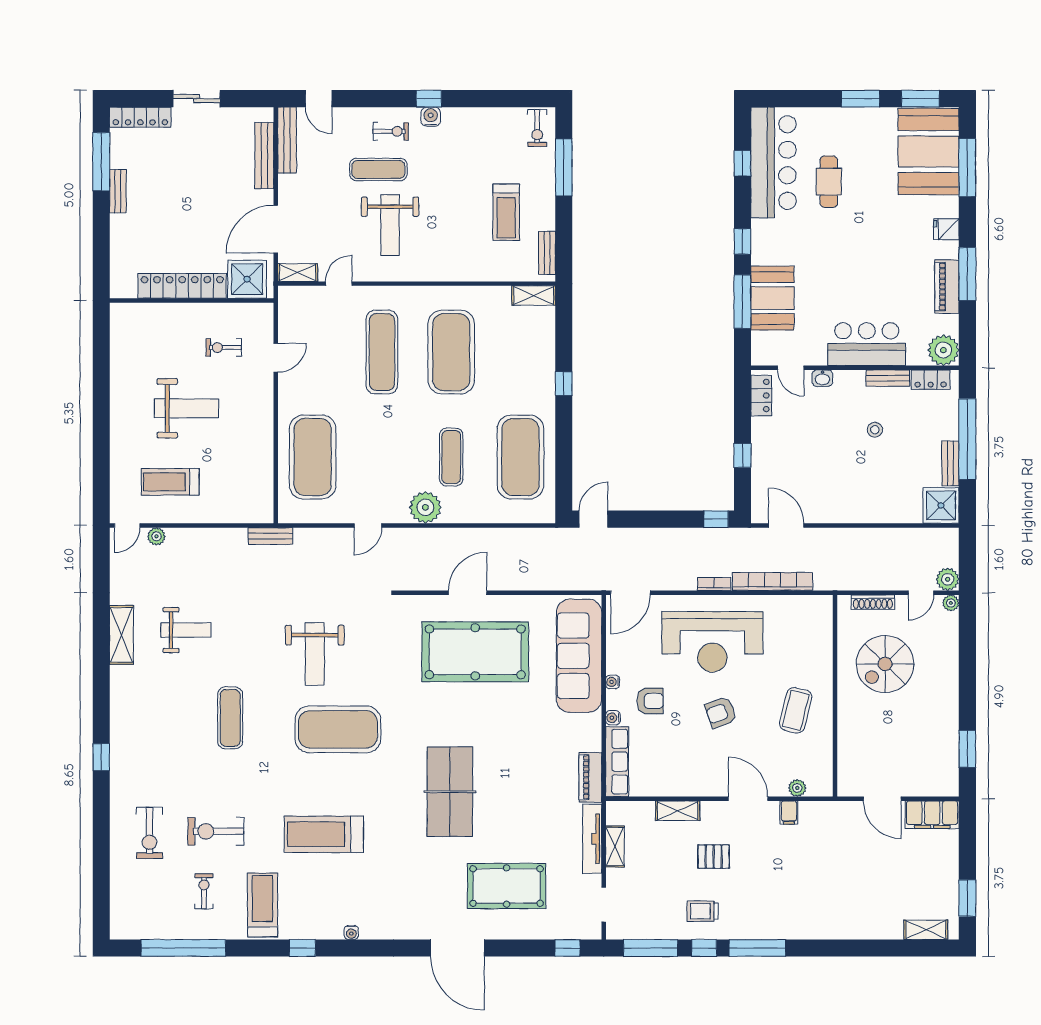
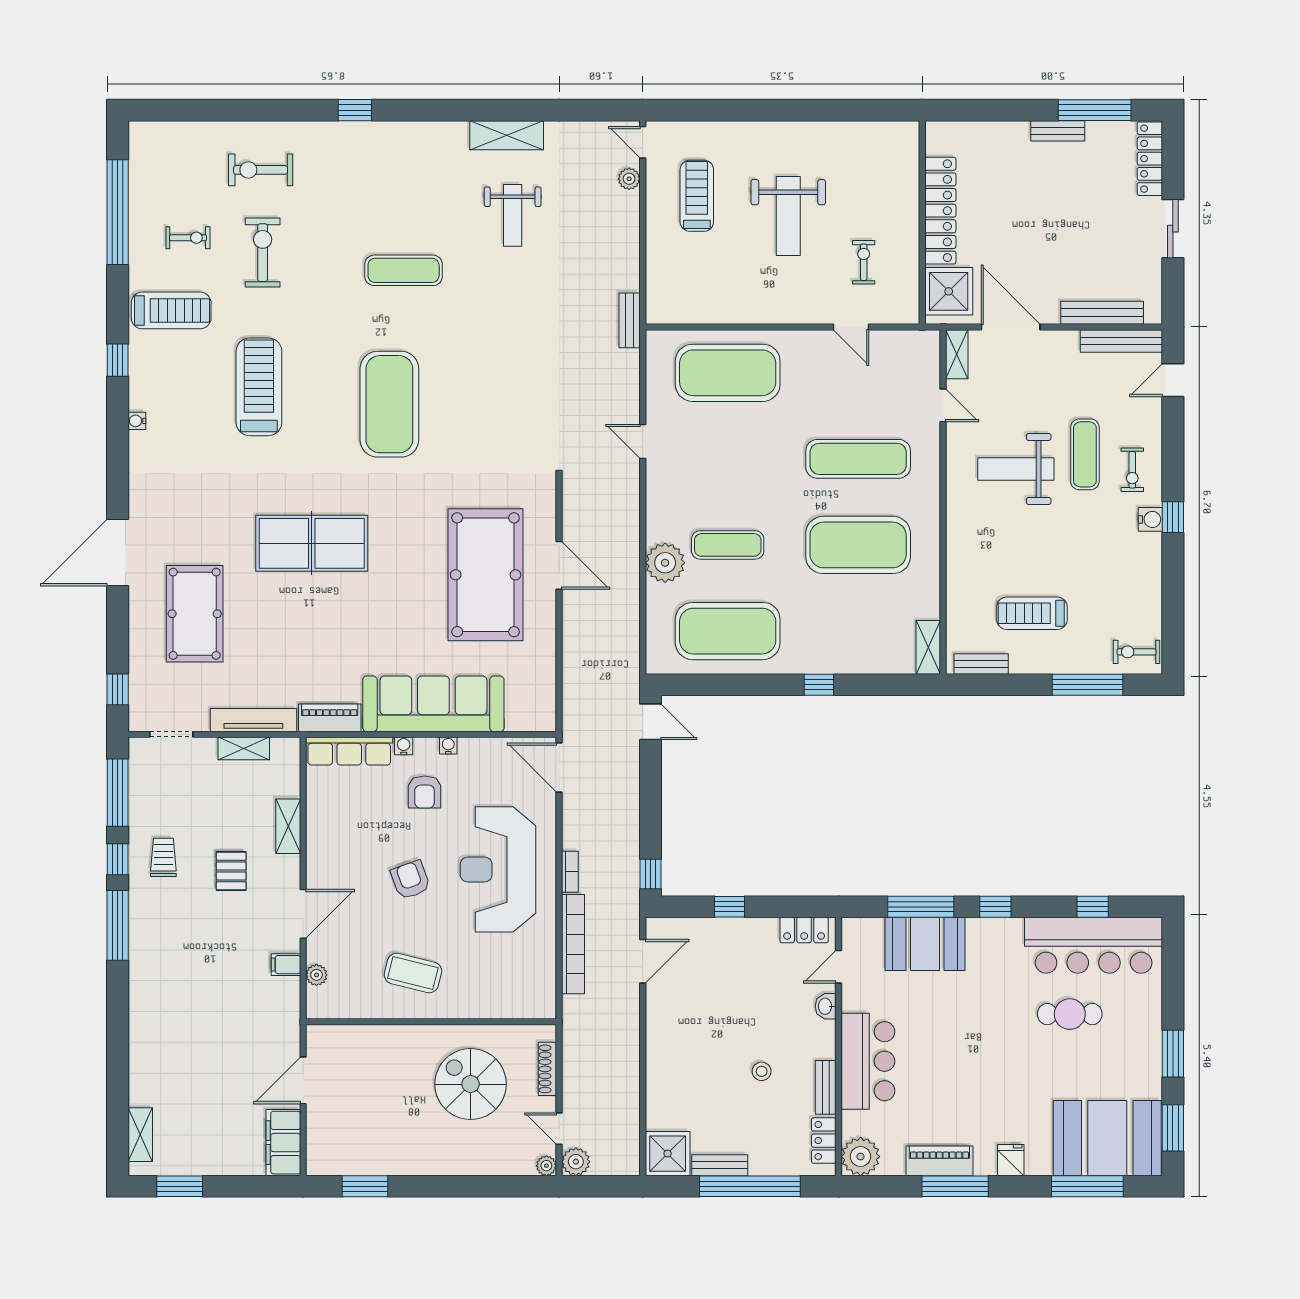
plant: (425, 507) -> (665, 563), moved
weight bench: (315, 654) -> (483, 375), removed
sofa: (579, 656) -> (433, 704), moved

